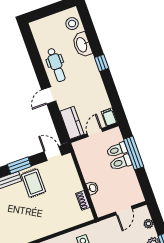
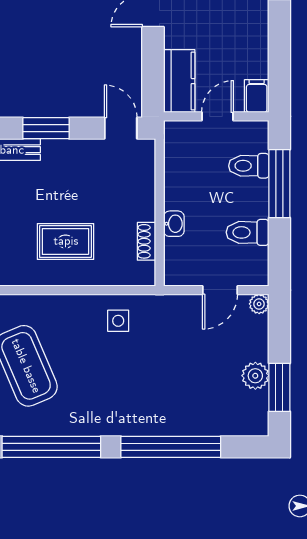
toilet: (121, 162) -> (248, 232), moved
rug: (33, 183) -> (66, 241), moved, turned 90
plant: (148, 224) -> (259, 304), moved

